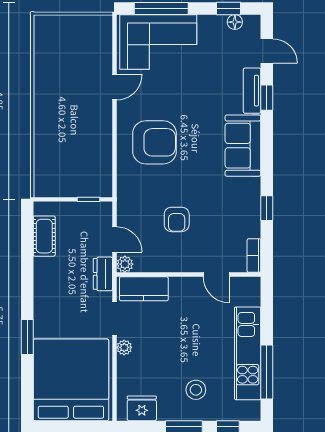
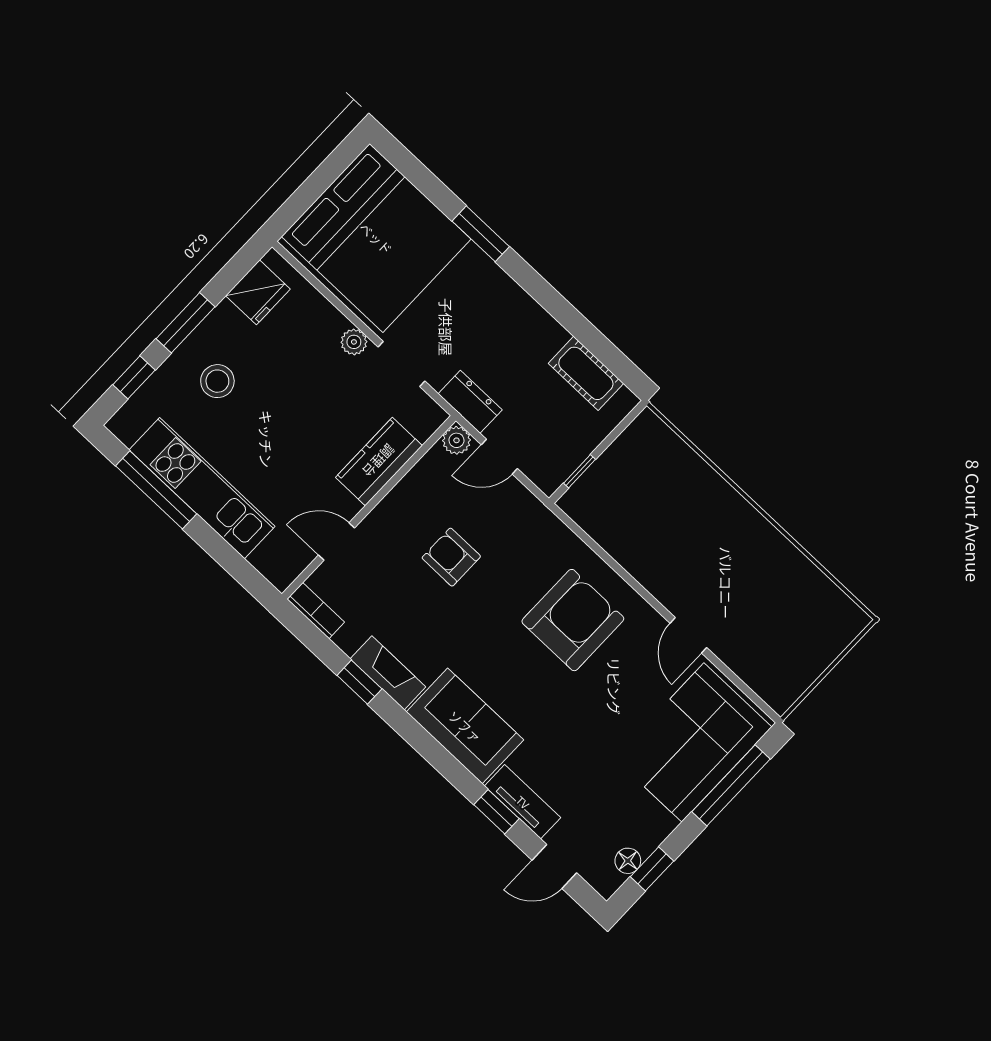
armchair: (154, 142) -> (573, 620), turned 180
fireplace: (251, 200) -> (388, 673), added
kitchen counter: (144, 289) -> (379, 461), moved

